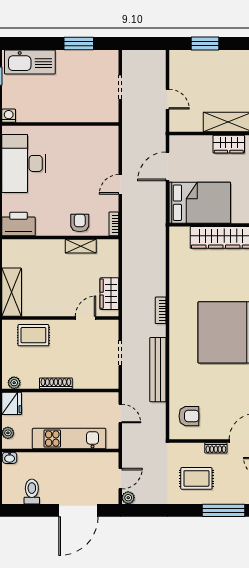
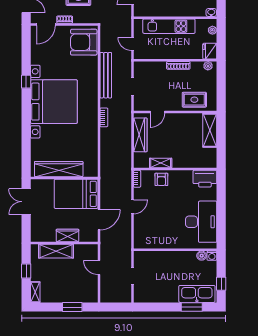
window: (79, 44) -> (192, 307), moved
boiler: (23, 116) -> (202, 256), added
wardrobe: (229, 144) -> (68, 236), moved
wardrobe: (109, 294) -> (140, 135), width x1.50
armchair: (189, 416) -> (84, 42), width x1.88, depth x1.88

